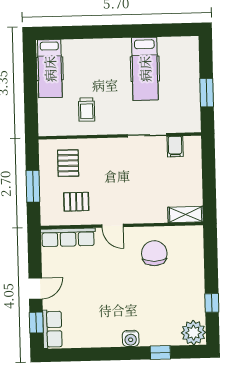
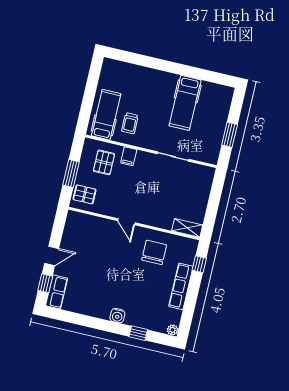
hospital bed: (50, 69) -> (106, 115), moved, turned 180
filing cabinet: (175, 147) -> (129, 156), moved
pallet: (76, 202) -> (85, 194), moved
row of seats: (68, 237) -> (181, 286), moved, turned 90
window: (212, 303) -> (199, 264), moved
plant: (193, 333) -> (173, 330), width x0.53, depth x0.53

